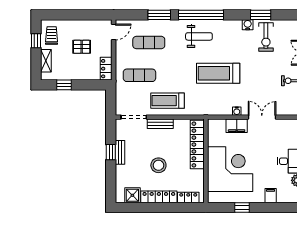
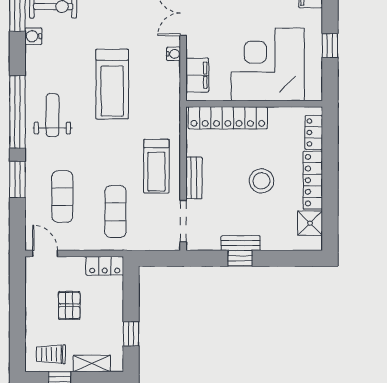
filing cabinet: (237, 126) -> (197, 75), moved

